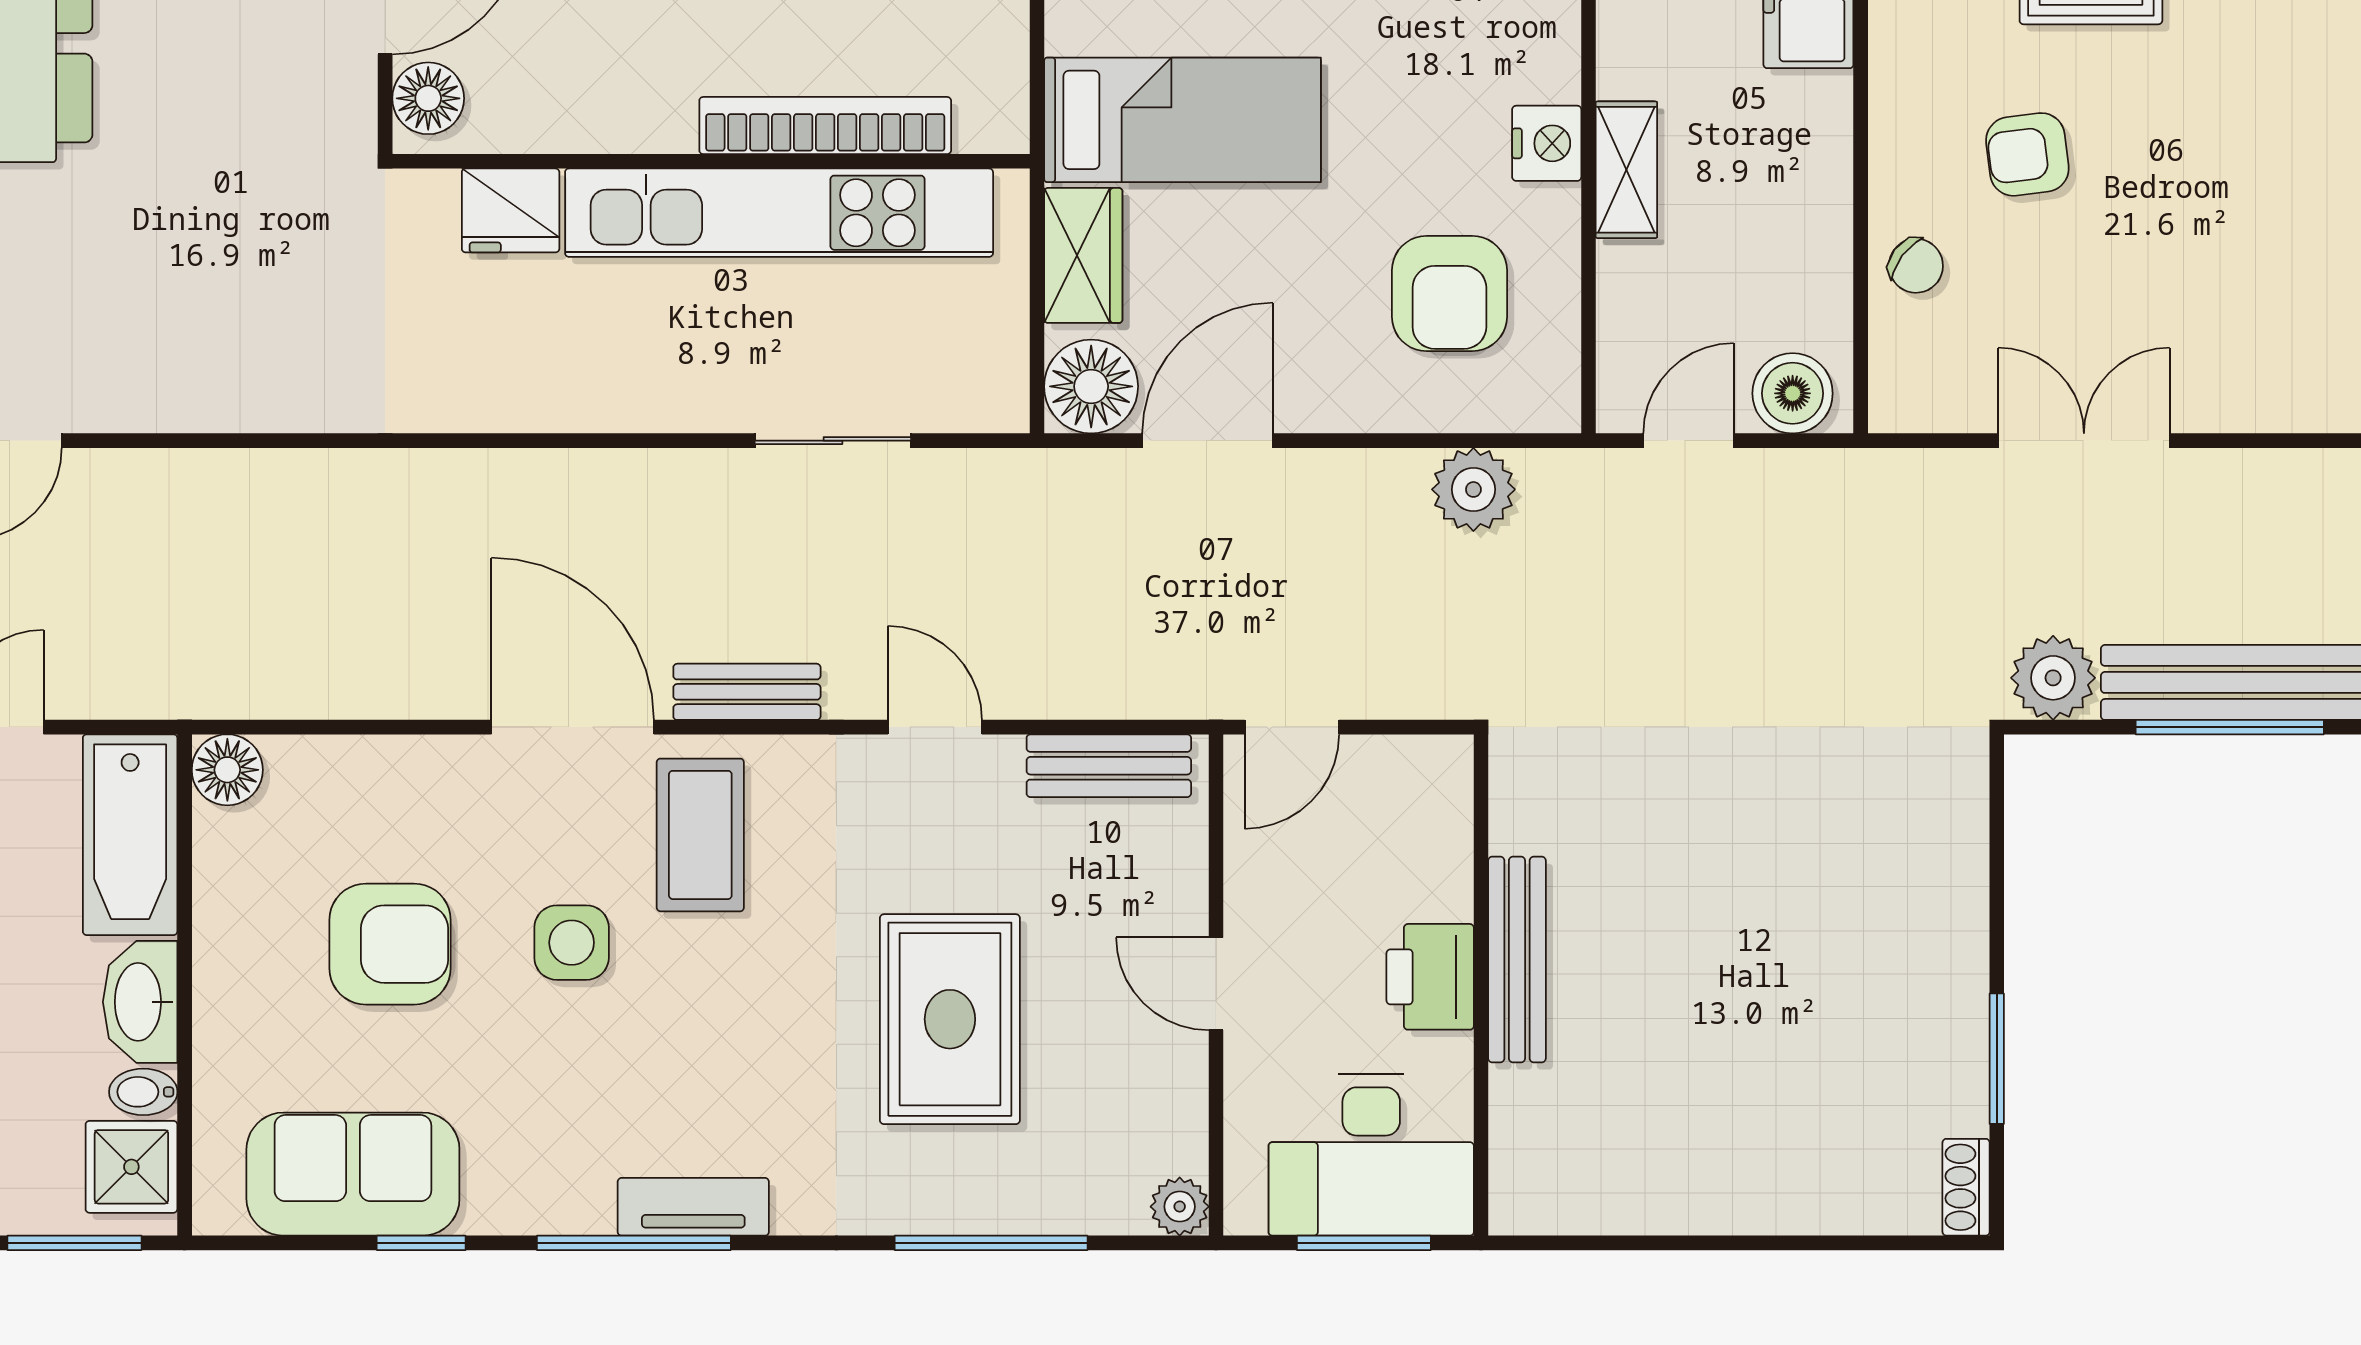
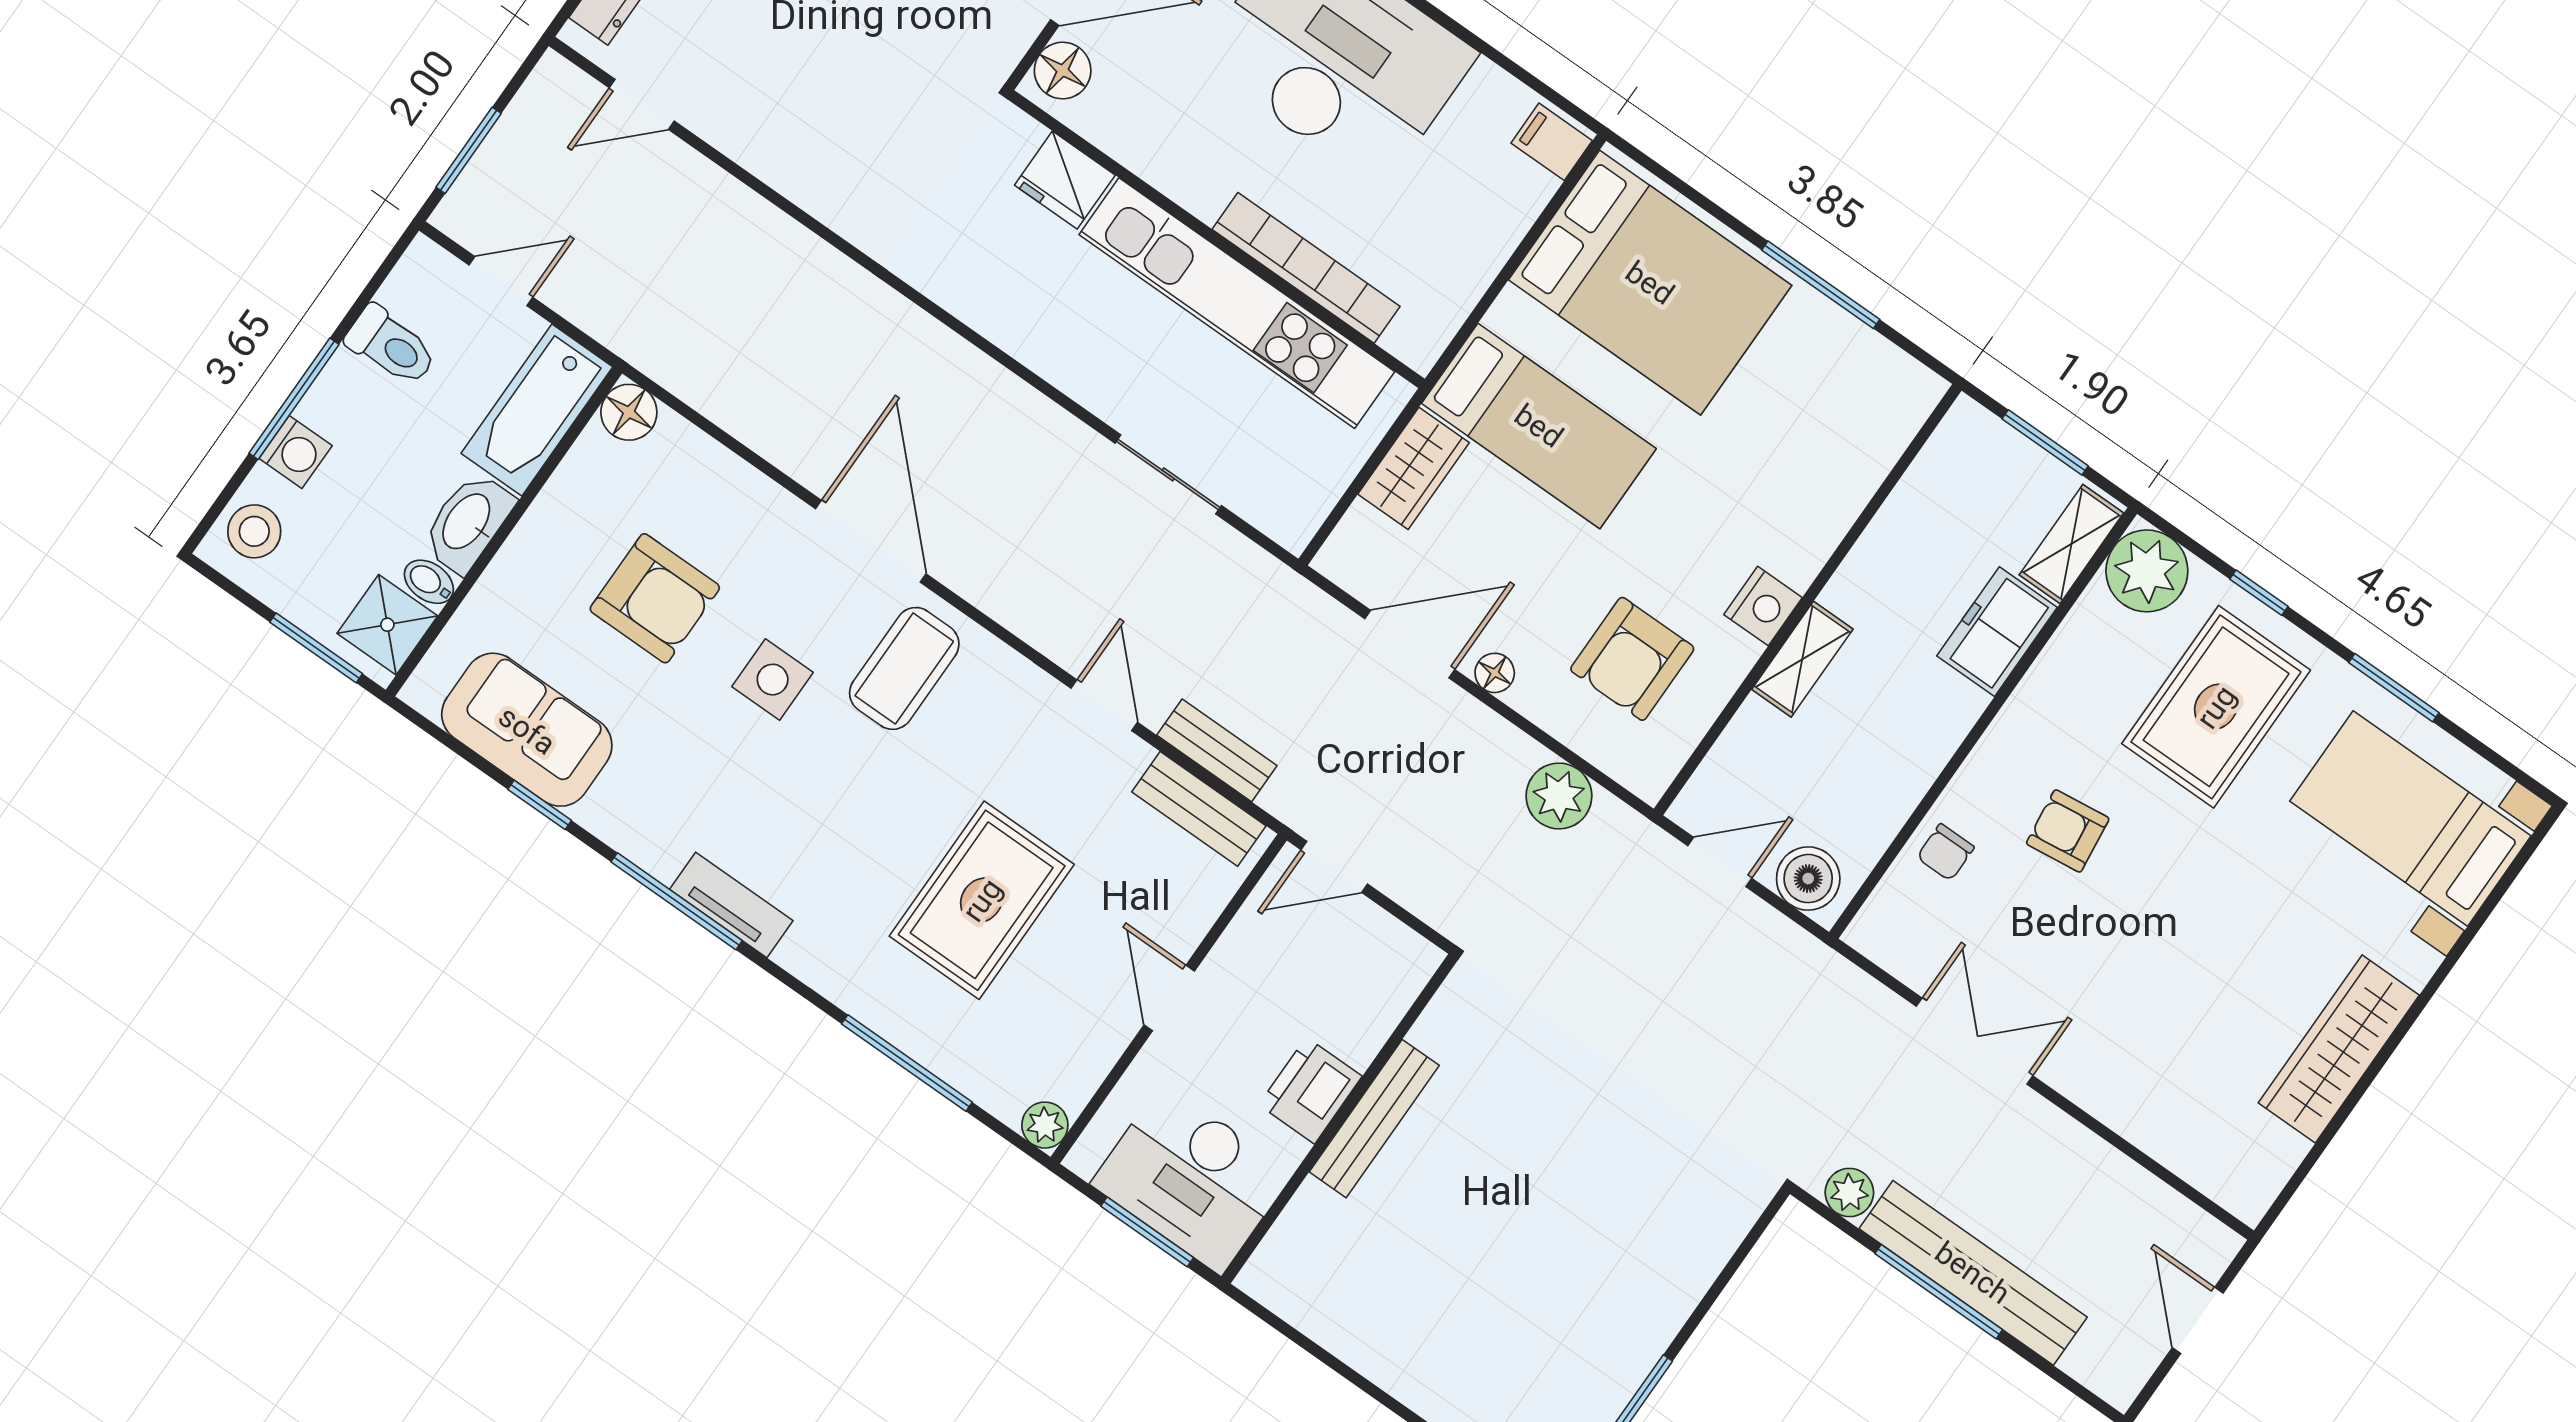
chair: (1916, 266) -> (1945, 852), turned 53
floor lamp: (1091, 386) -> (1495, 673), moved, width x0.53, depth x0.53
plant: (2053, 678) -> (1849, 1193), width x0.73, depth x0.73
bench: (747, 692) -> (1217, 750), moved

